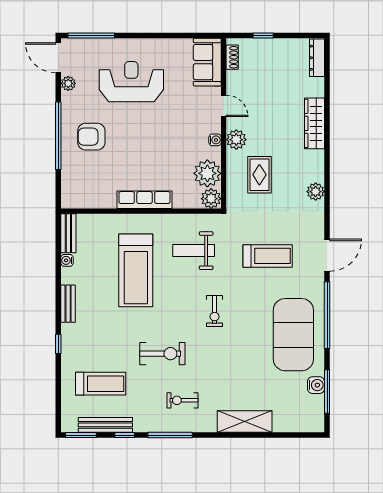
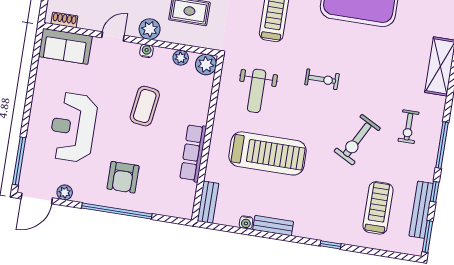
coffee table: (162, 147) -> (145, 106), added
plant: (207, 173) -> (181, 58), width x0.53, depth x0.53
row of seats: (145, 200) -> (193, 153), moved
bench: (68, 233) -> (208, 202), moved, turned 90
bench: (68, 304) -> (273, 226), moved
exercise bike: (162, 354) -> (357, 140), turned -152

